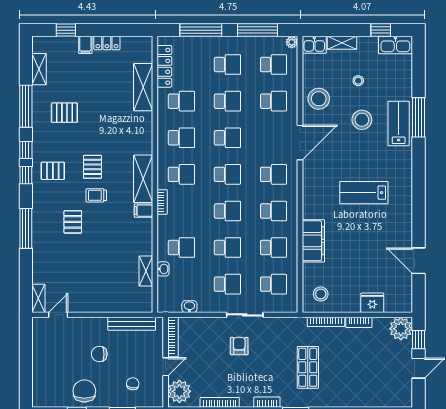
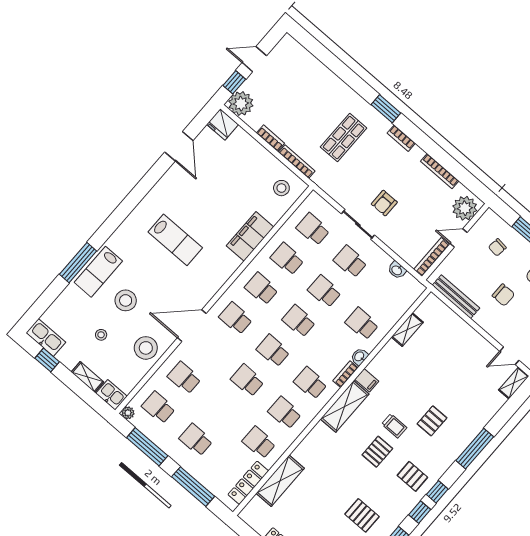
school desk: (227, 101) -> (222, 410), removed
washbasin: (163, 269) -> (359, 357), moved
fridge: (372, 303) -> (223, 124), moved

